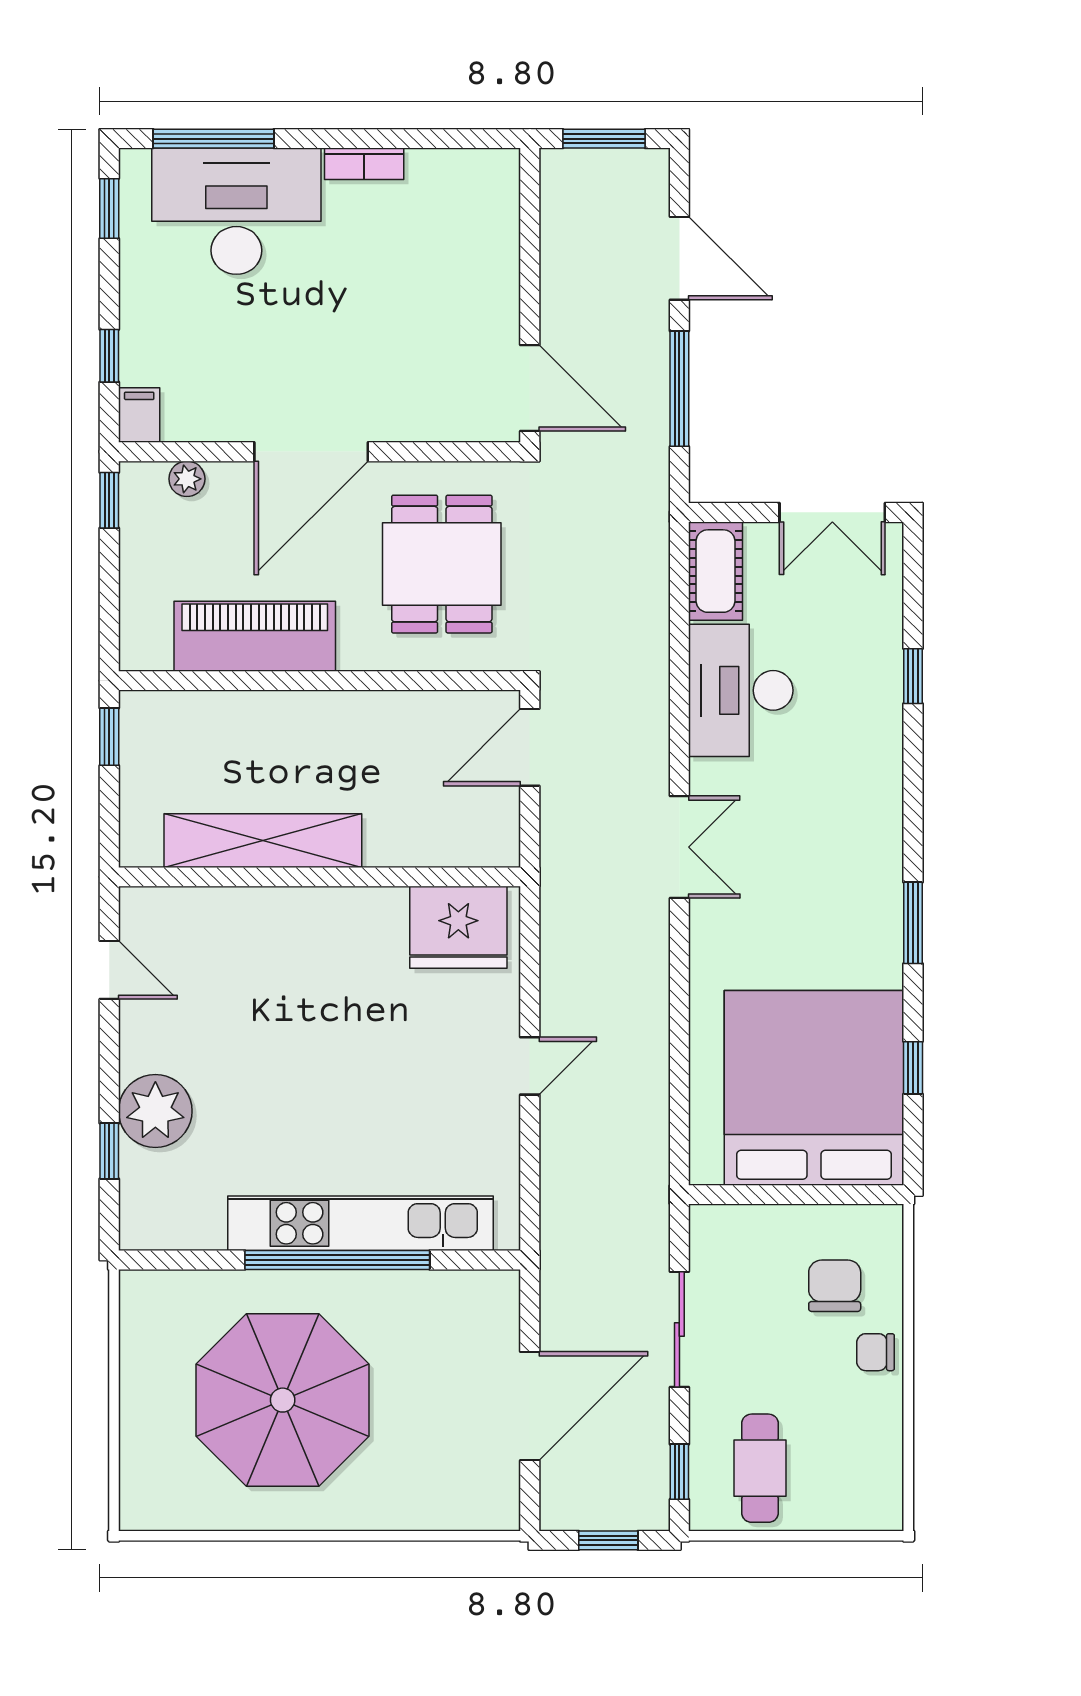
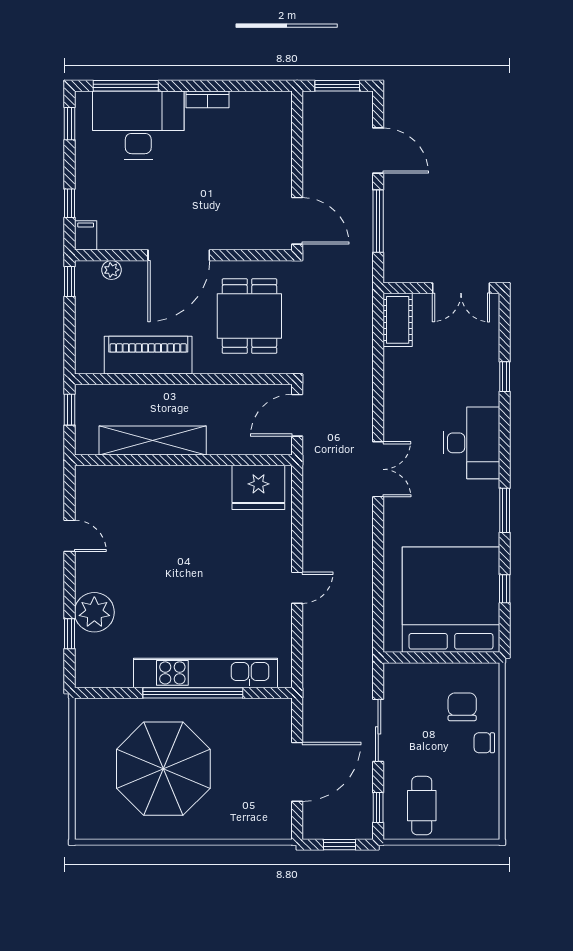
desk: (741, 690) -> (471, 443), moved, turned 180
shelving: (263, 841) -> (153, 440), moved
wall: (320, 877) -> (183, 460), moved
fridge: (458, 927) -> (258, 487), moved

